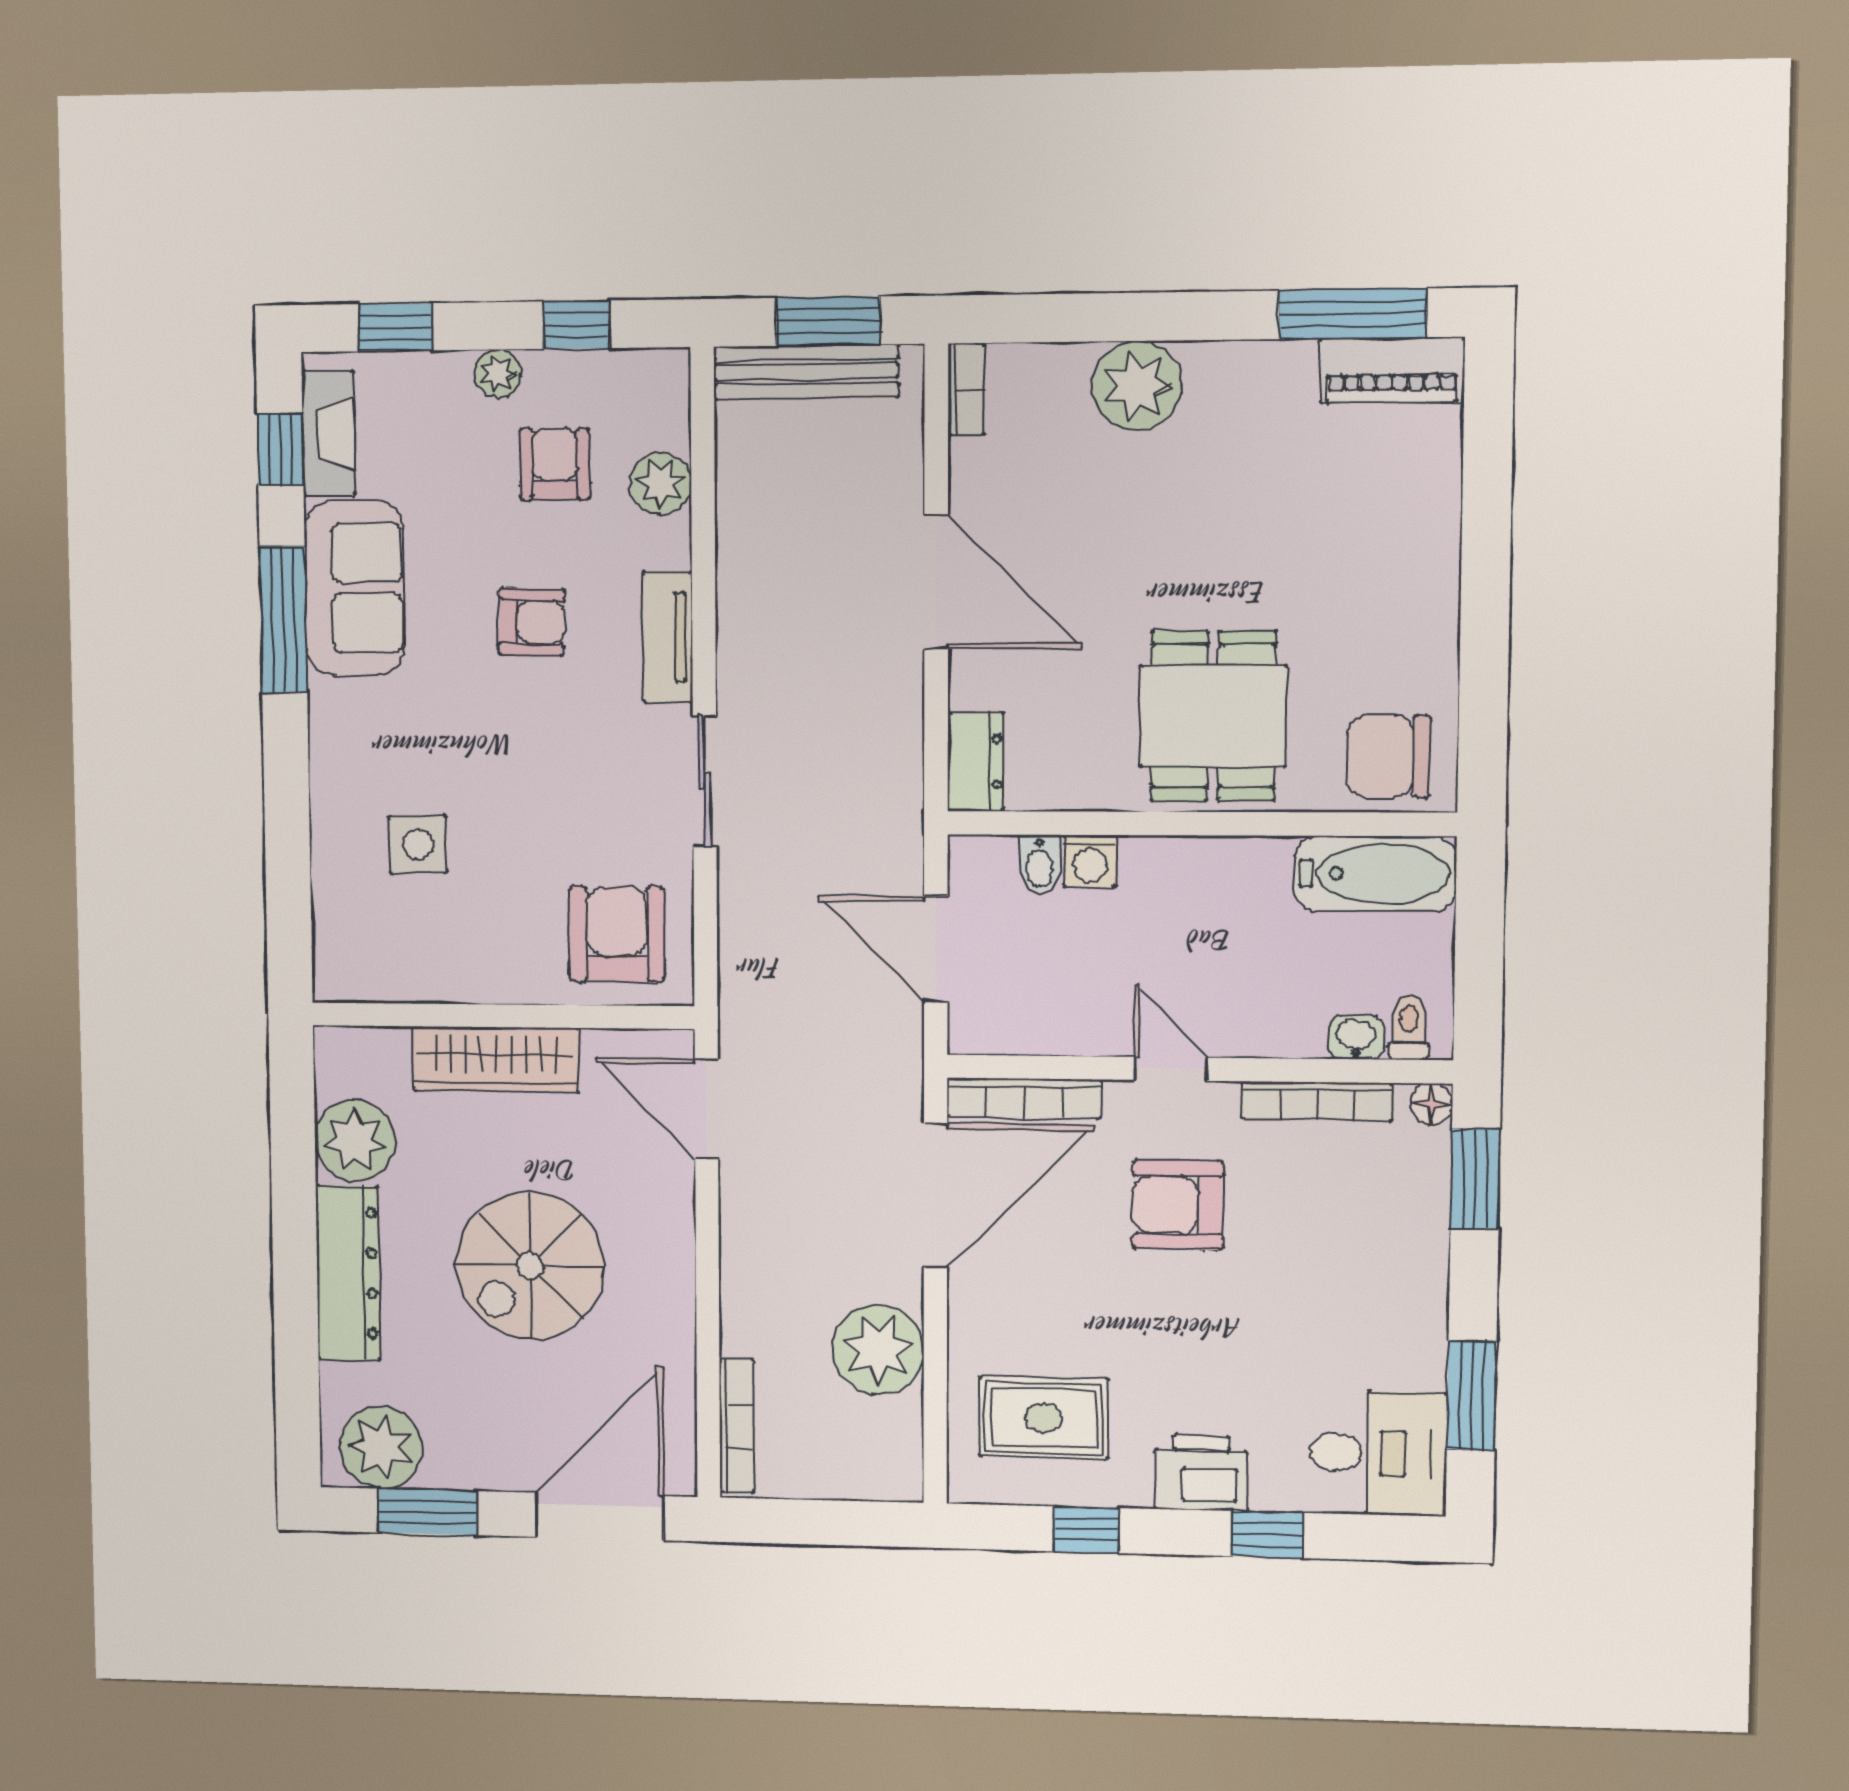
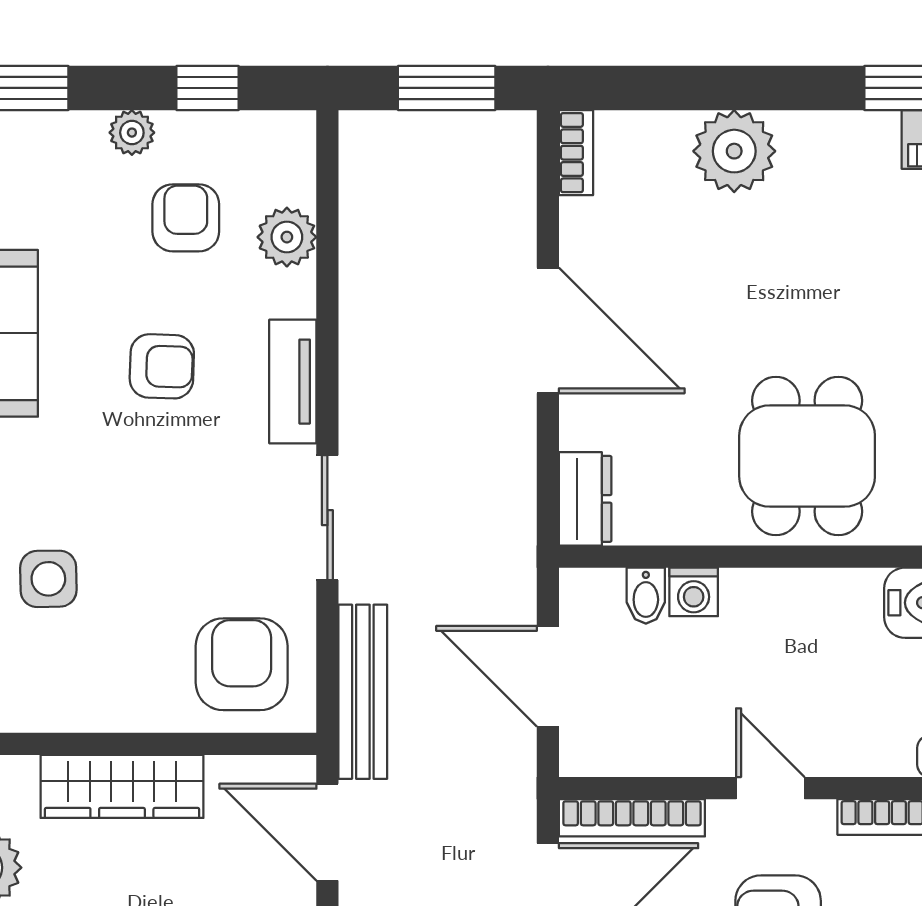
bench: (806, 372) -> (363, 692), moved, turned 90

